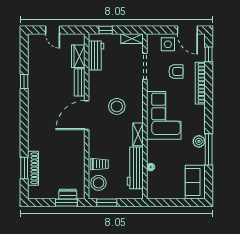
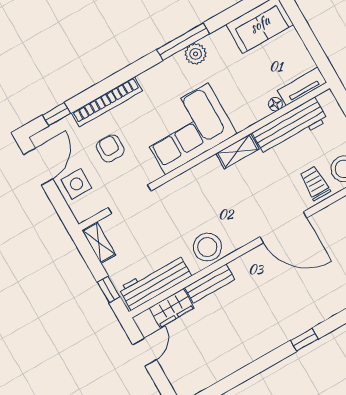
door: (53, 30) -> (144, 352), moved
workbench: (96, 56) -> (155, 282), width x1.38
window: (24, 81) -> (304, 340), moved
stool: (117, 106) -> (207, 247), moved
door: (87, 115) -> (283, 227), moved
window: (209, 149) -> (183, 42), moved
tv unit: (152, 185) -> (302, 86), added

